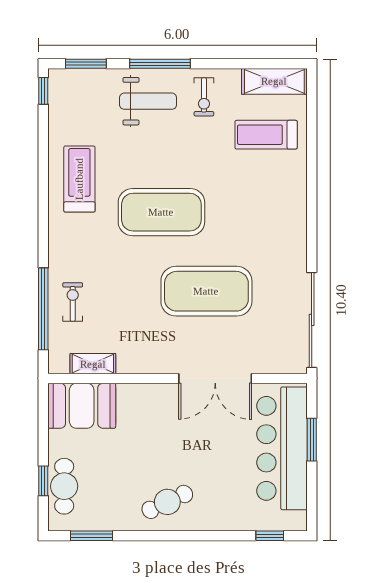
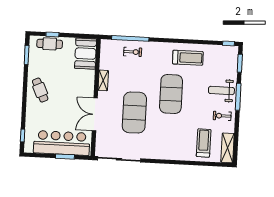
weight bench: (148, 101) -> (221, 90), turned 90
shelving: (93, 364) -> (103, 80), moved

